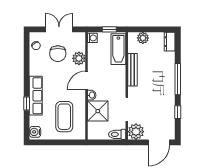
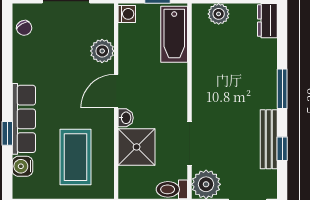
chair: (58, 54) -> (64, 42), removed
bench: (133, 70) -> (269, 139), moved
window: (178, 79) -> (282, 89), width x0.69
water cooler: (35, 132) -> (22, 166), moved

